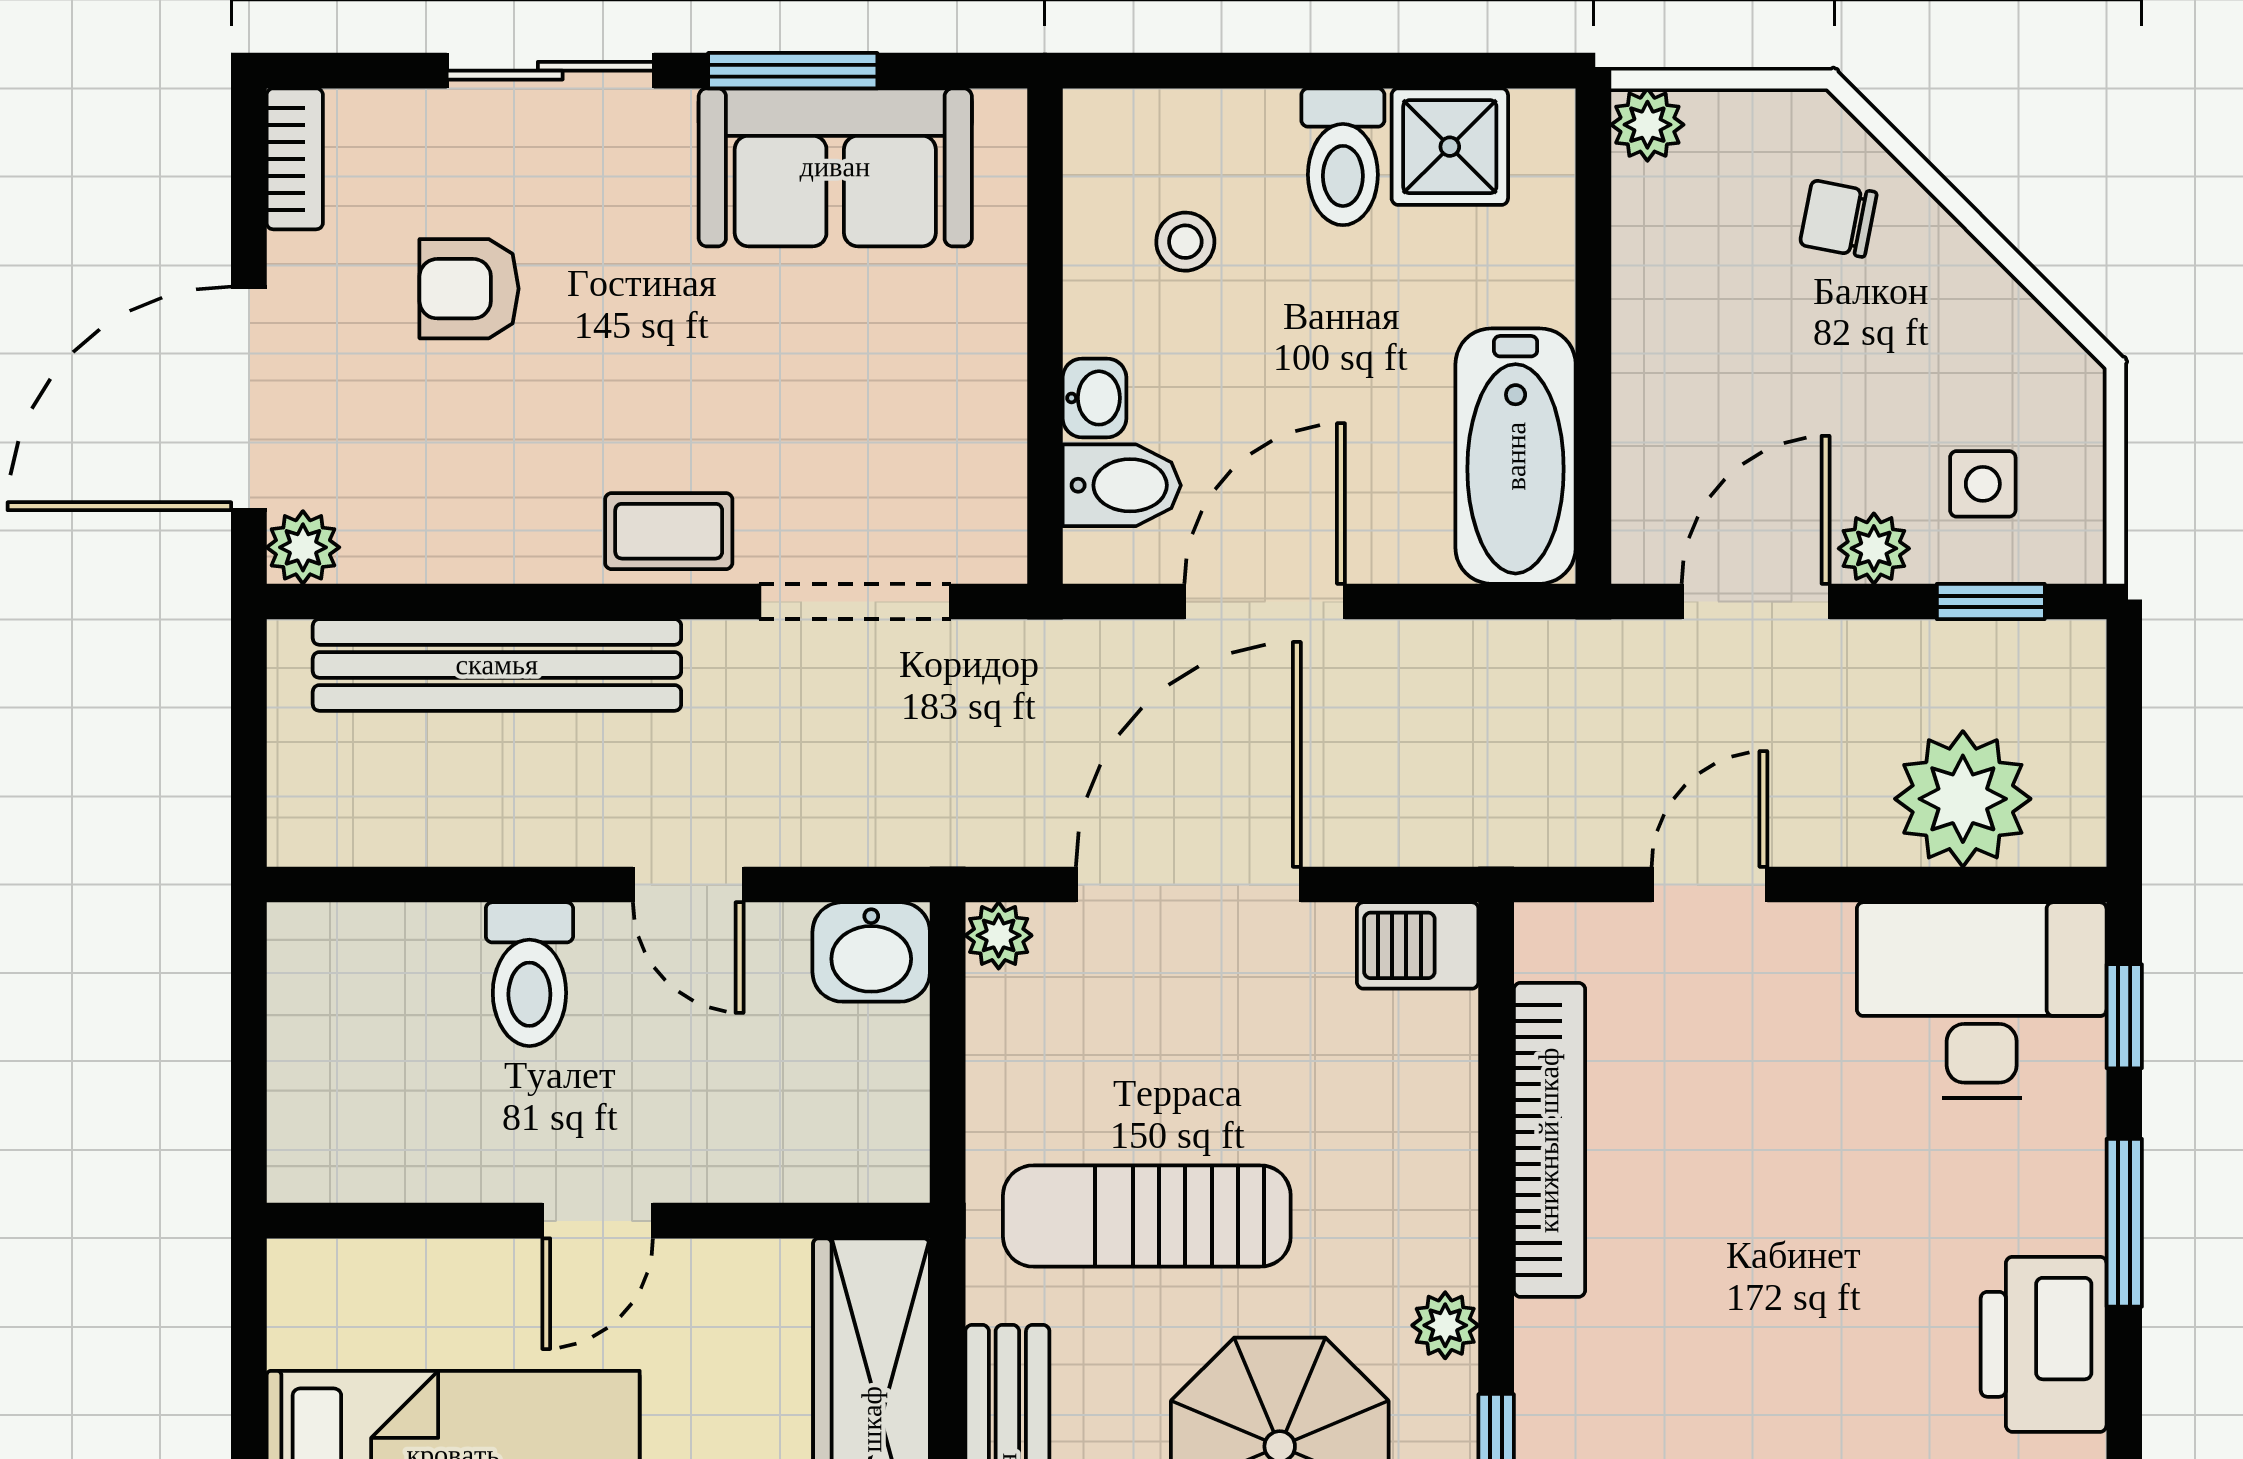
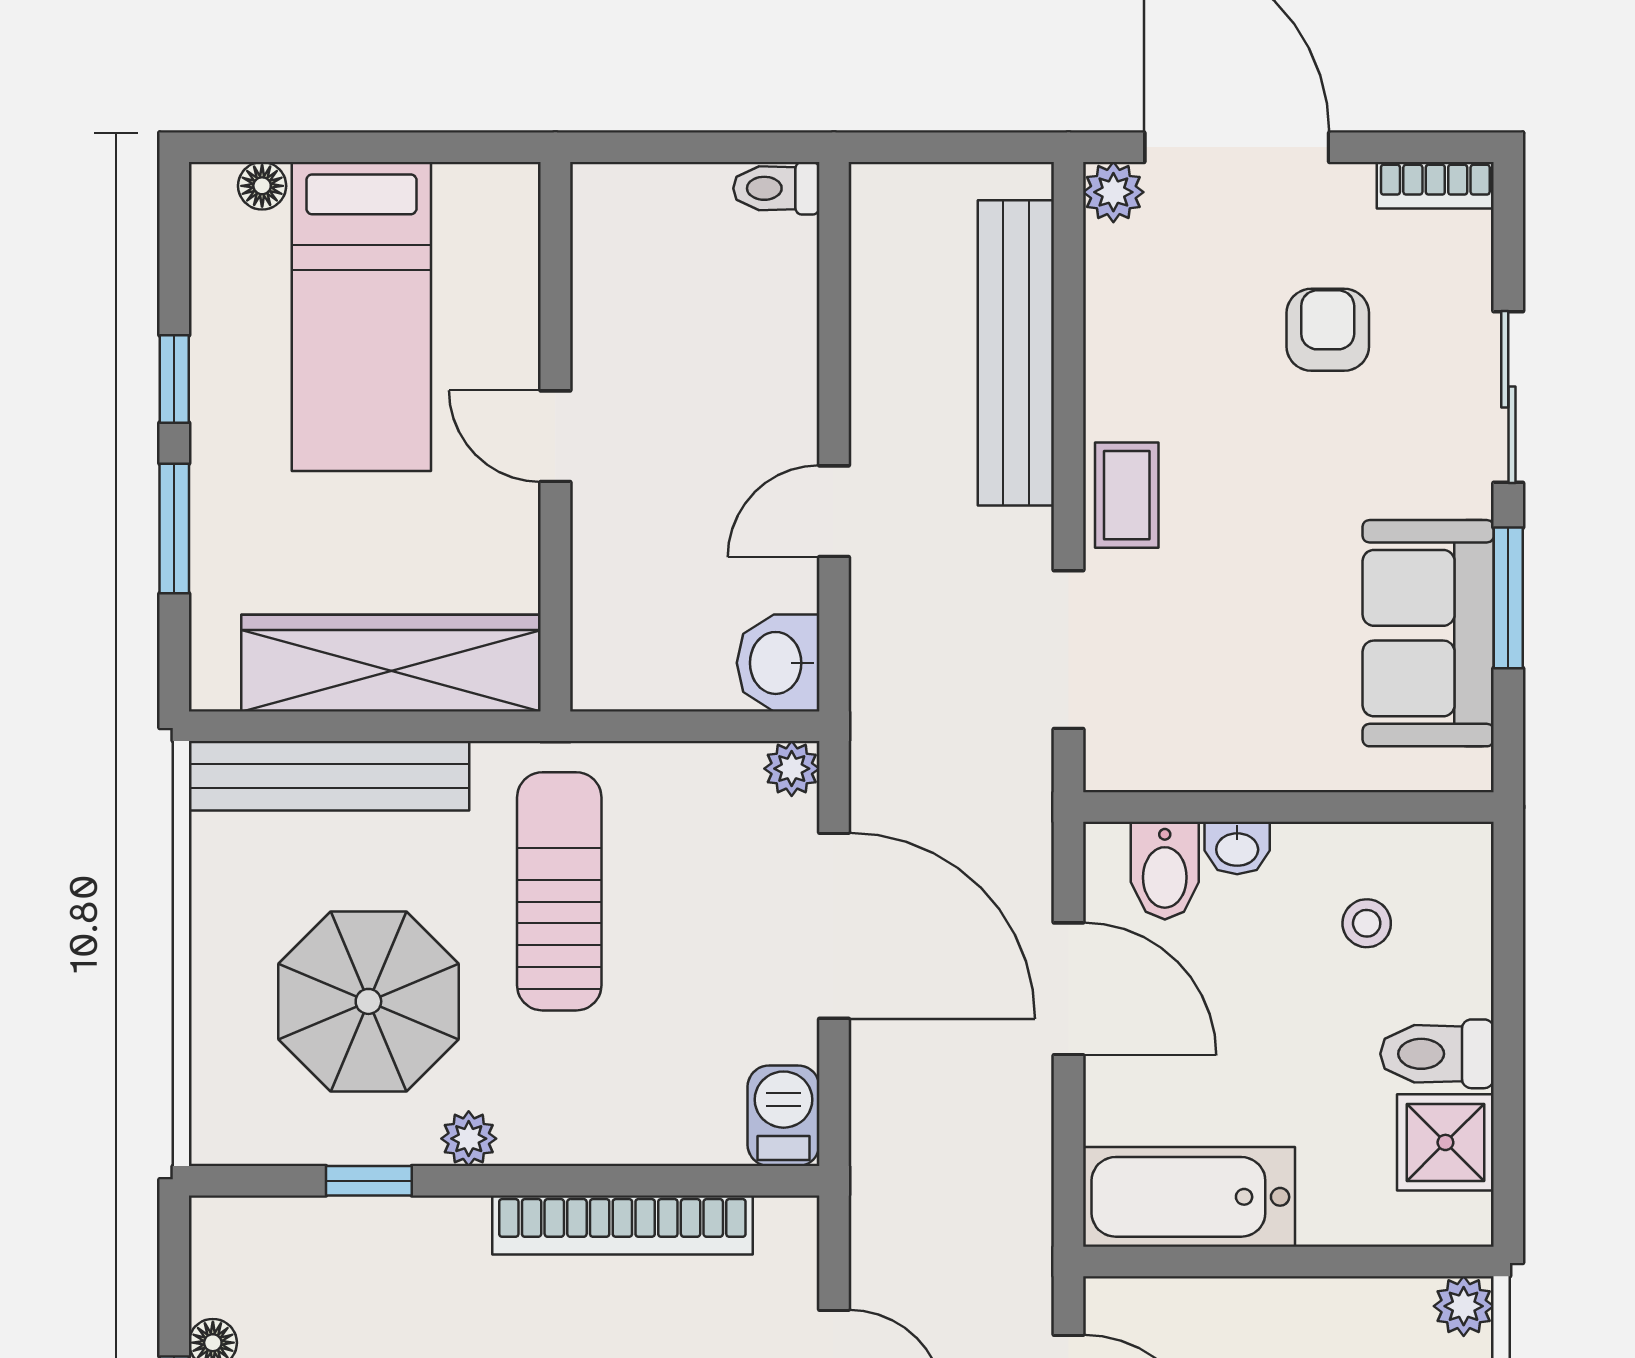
toilet: (529, 974) -> (776, 188), moved, width x0.73, depth x0.72

